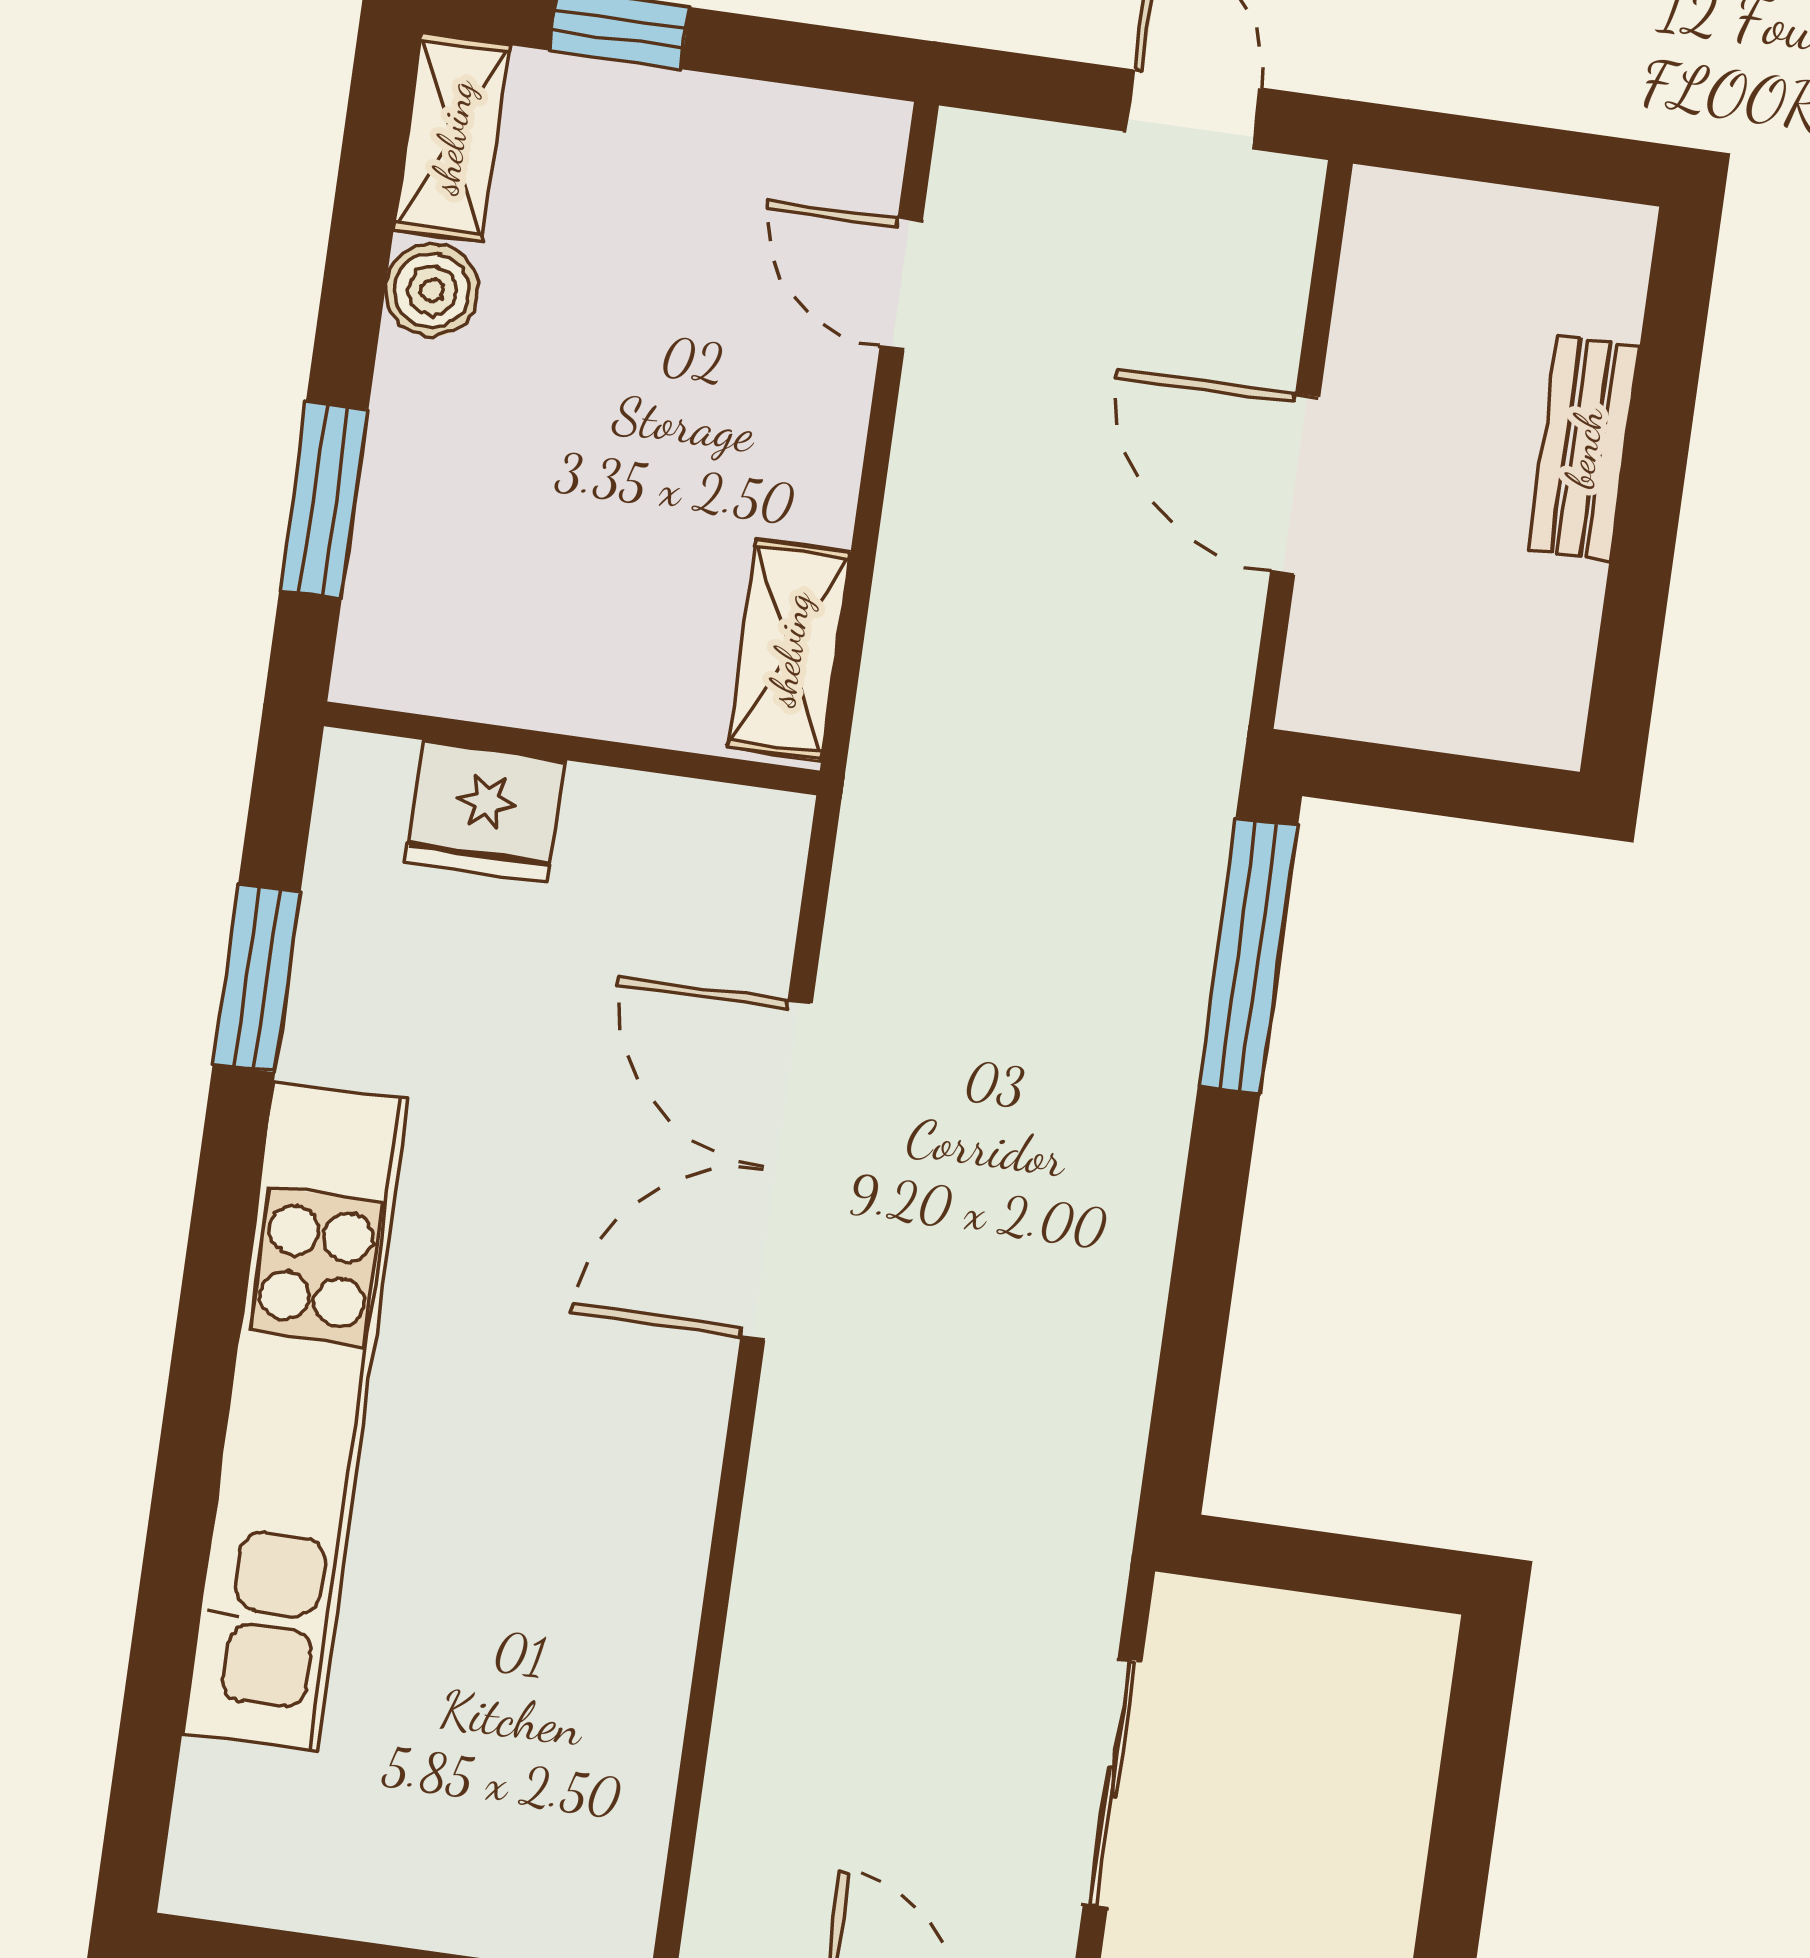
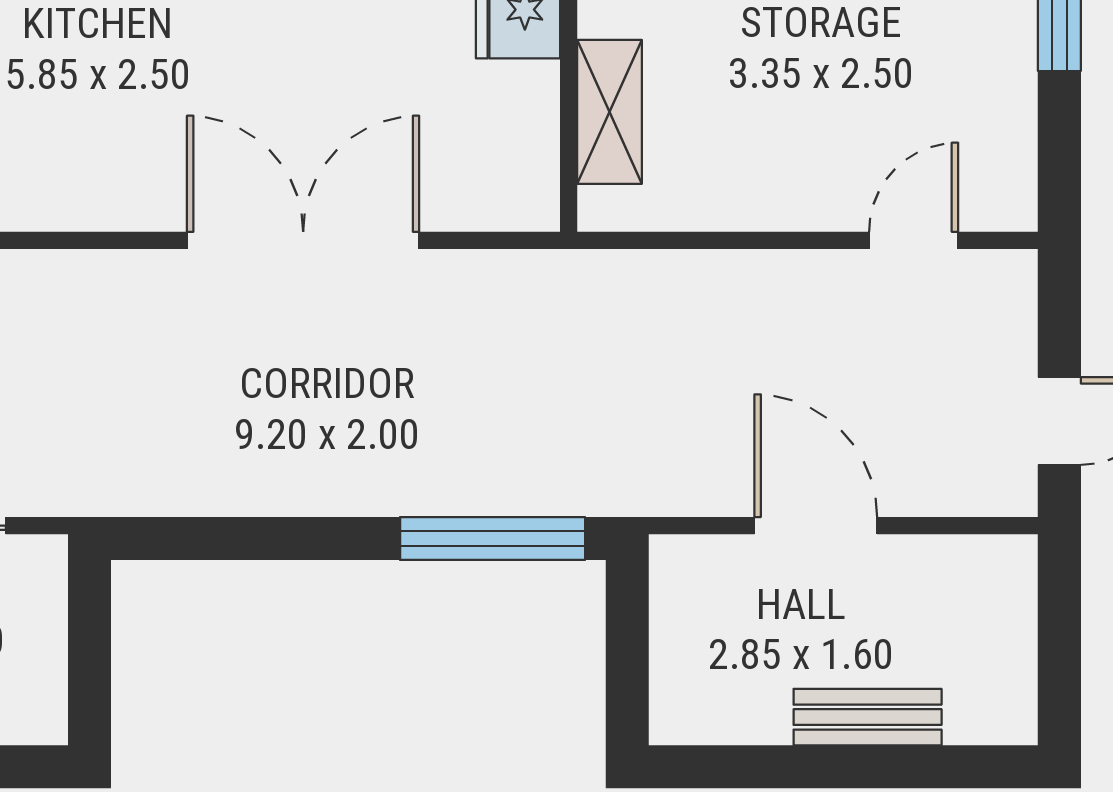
door: (1295, 484) -> (816, 526), hinge flipped
shelving: (789, 649) -> (610, 112), moved, turned 90

